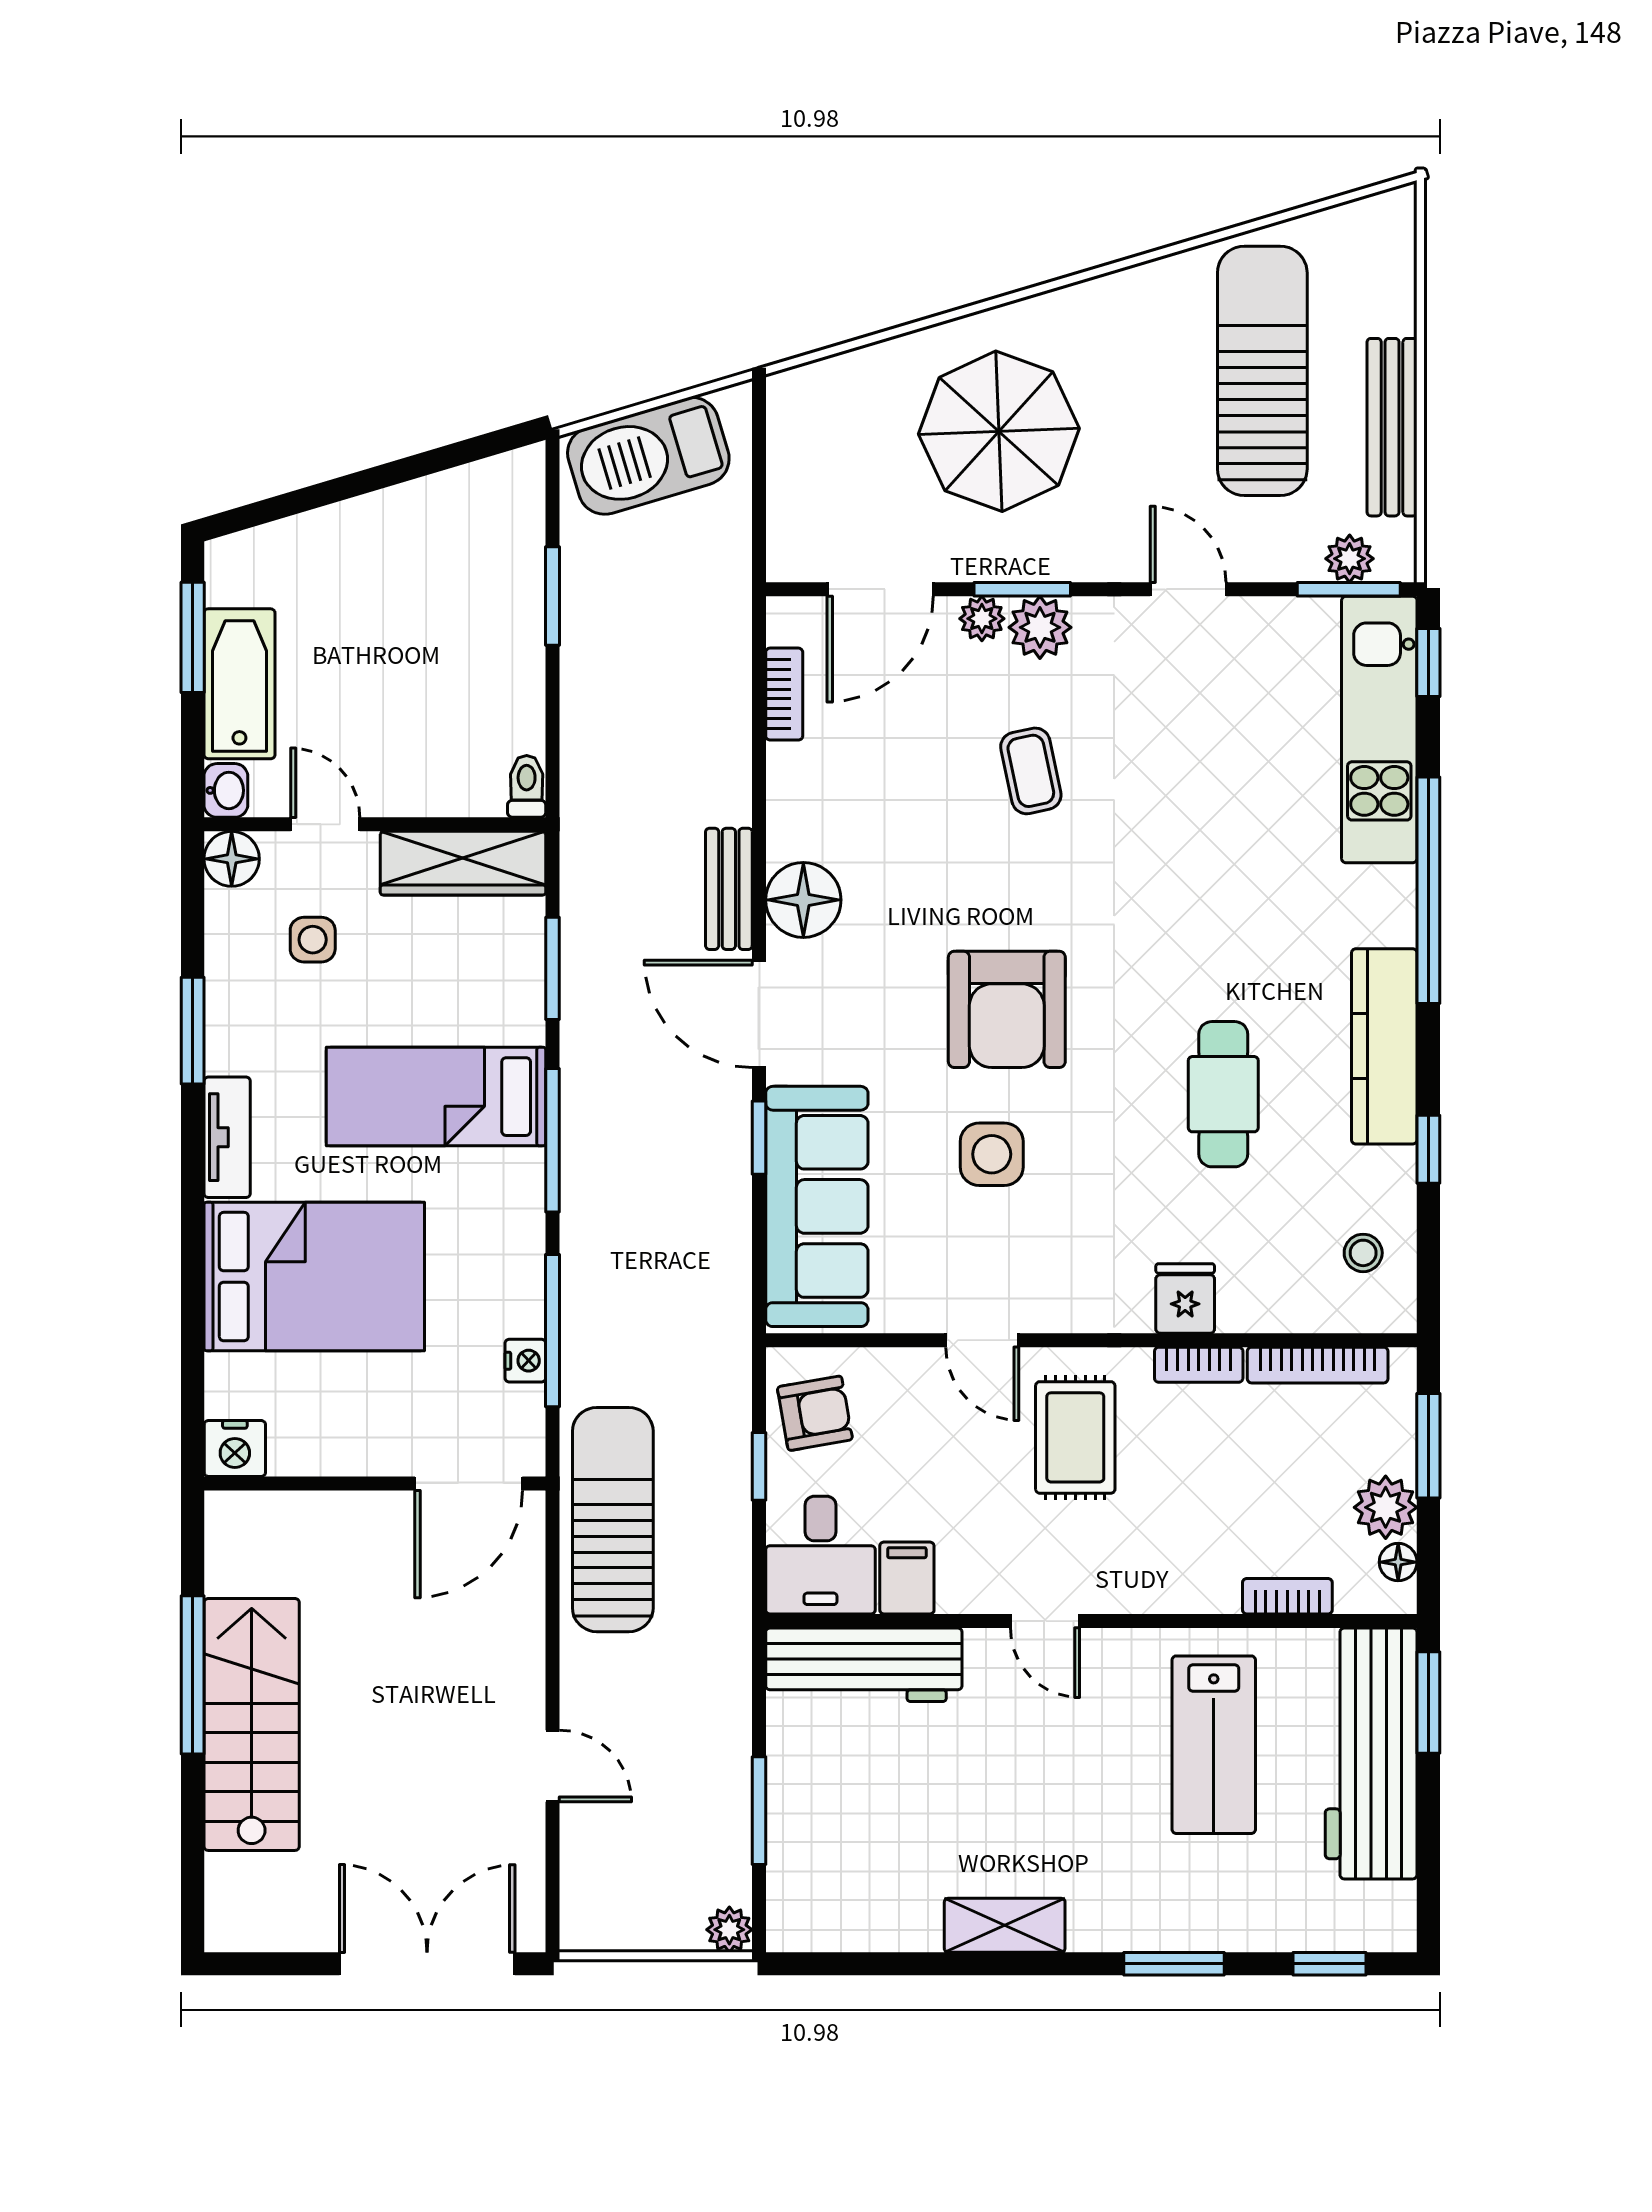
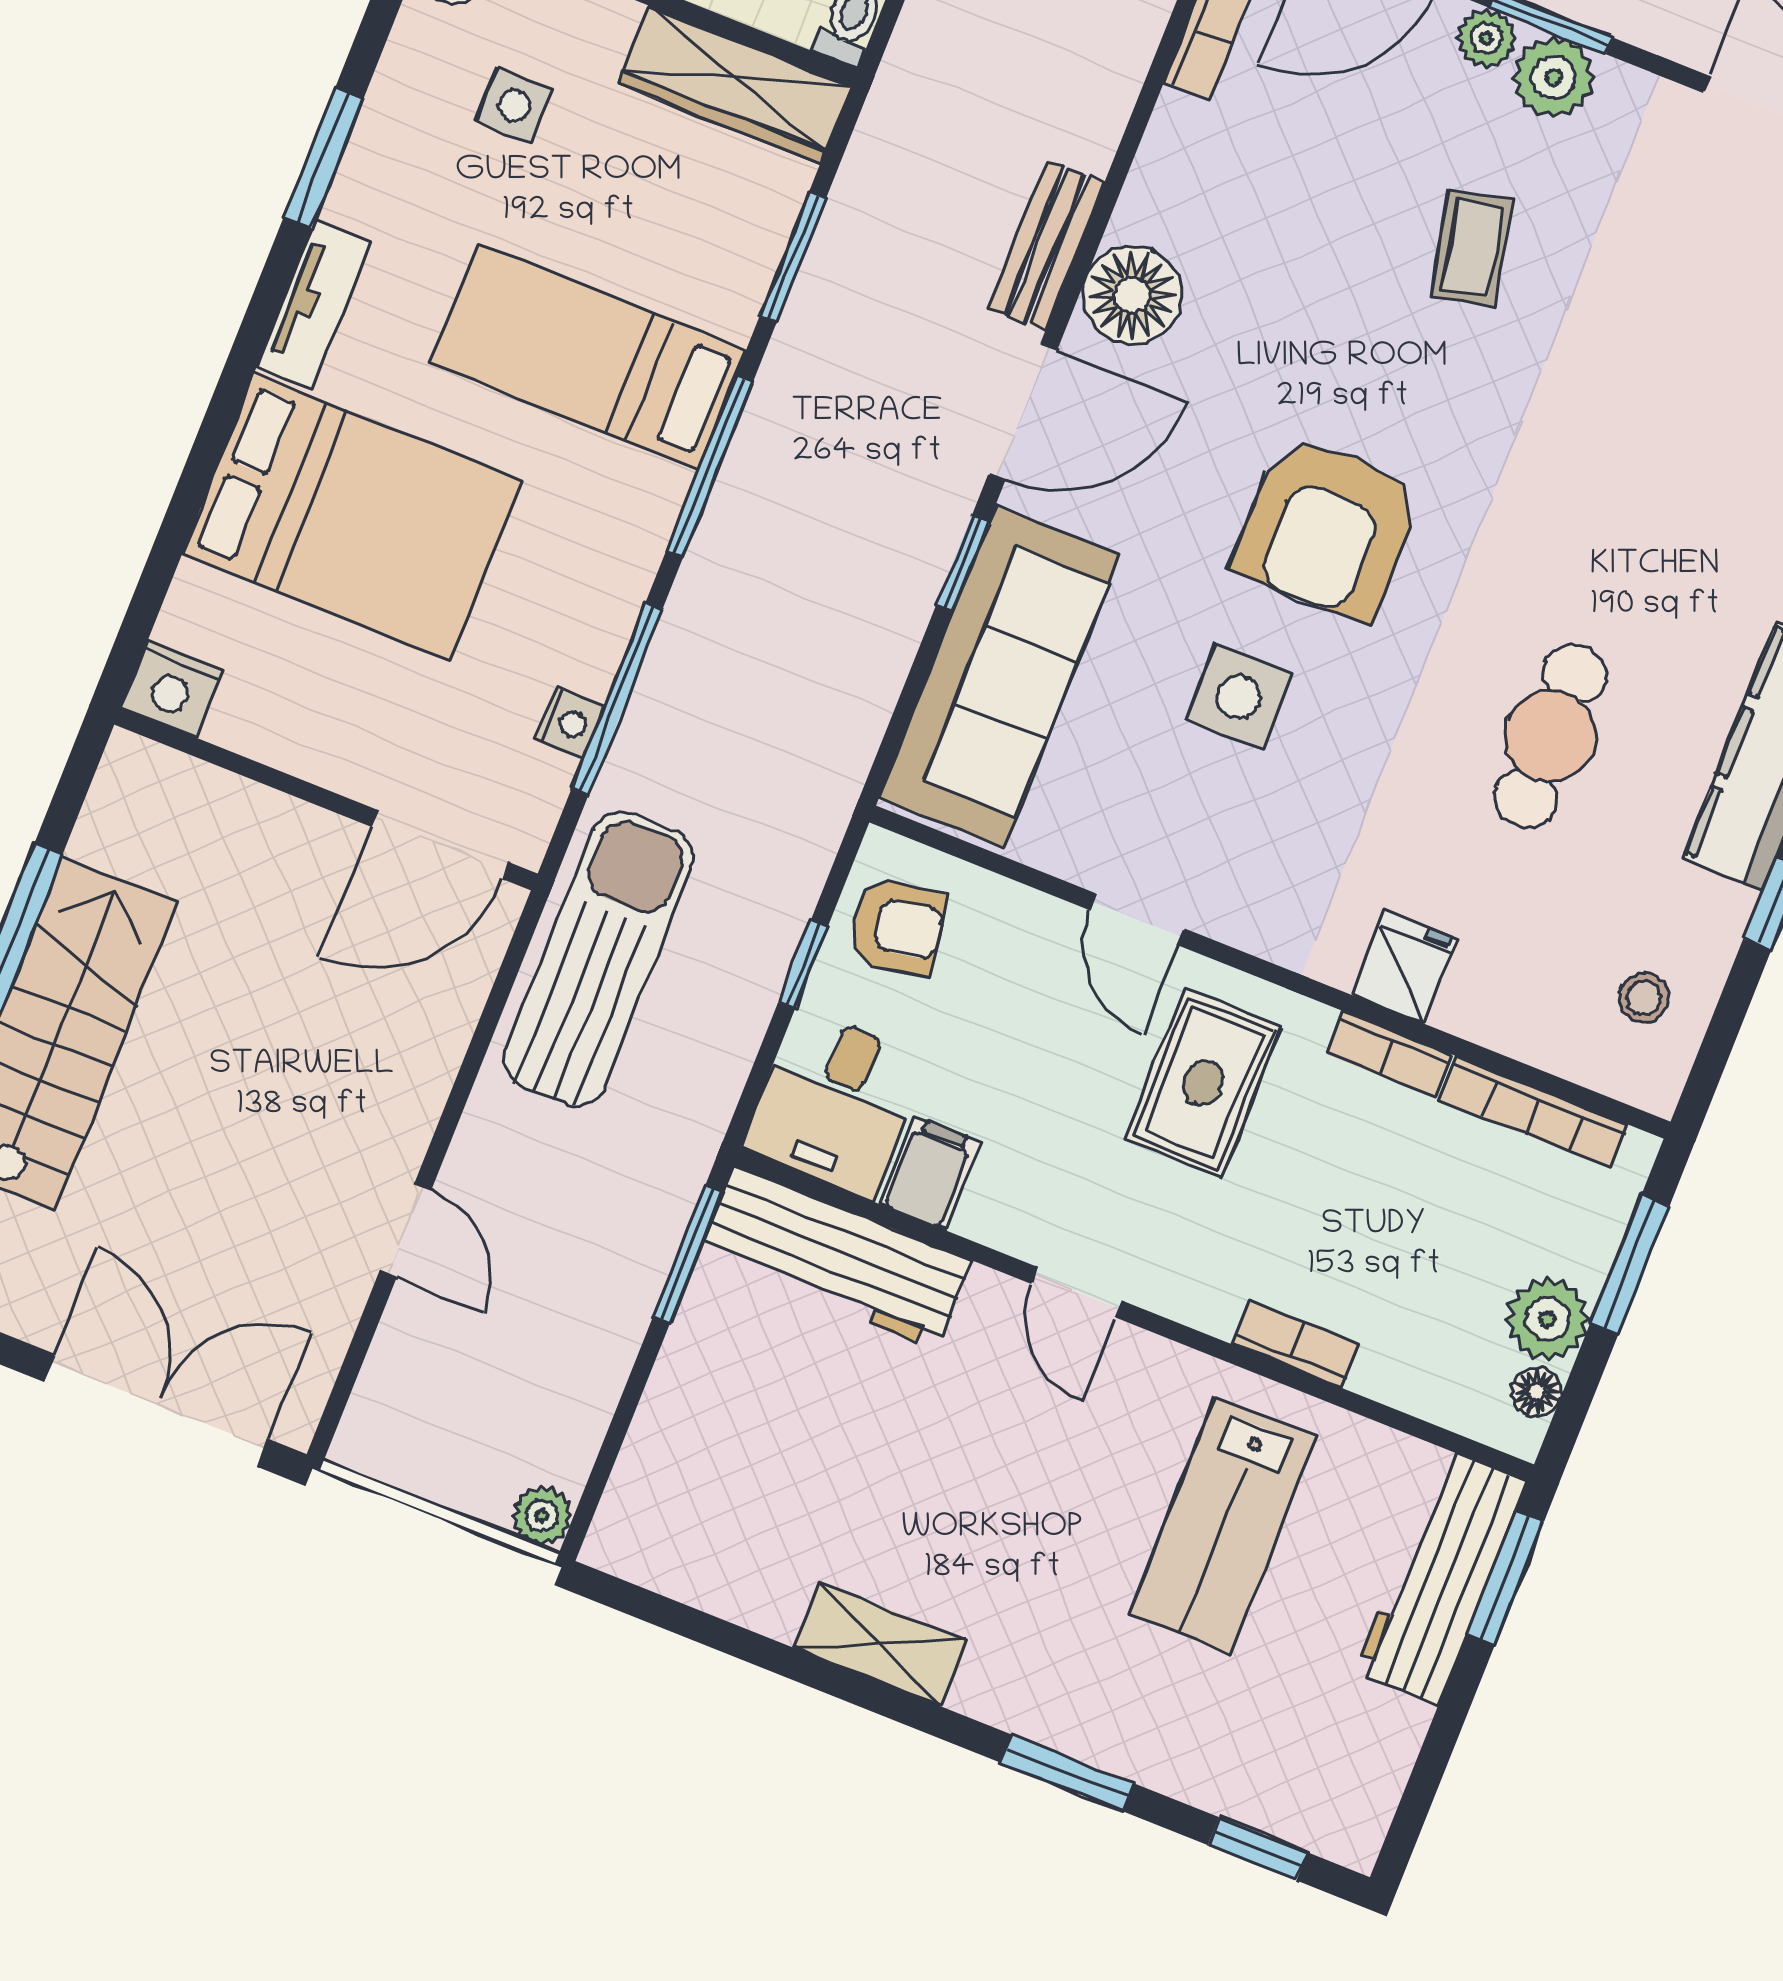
door: (759, 1014) -> (1023, 412), swing flipped
bookcase: (1287, 1596) -> (1296, 1345), moved
workbench: (1371, 1753) -> (1441, 1577), width x0.73, depth x0.76
window: (759, 1811) -> (688, 1254), moved

